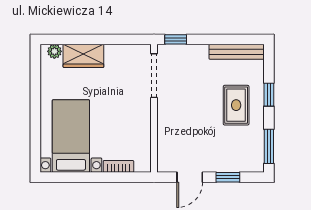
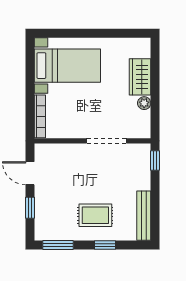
plant: (54, 51) -> (144, 103), moved
doorway: (154, 76) -> (106, 141), moved
bookcase: (118, 166) -> (40, 116), width x1.56

